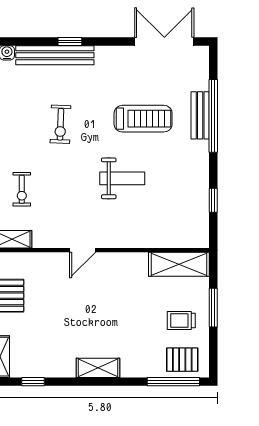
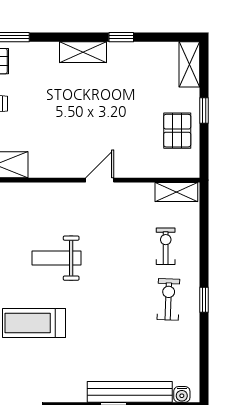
exercise bike: (60, 124) -> (168, 299), moved
window: (33, 382) -> (121, 37), moved

